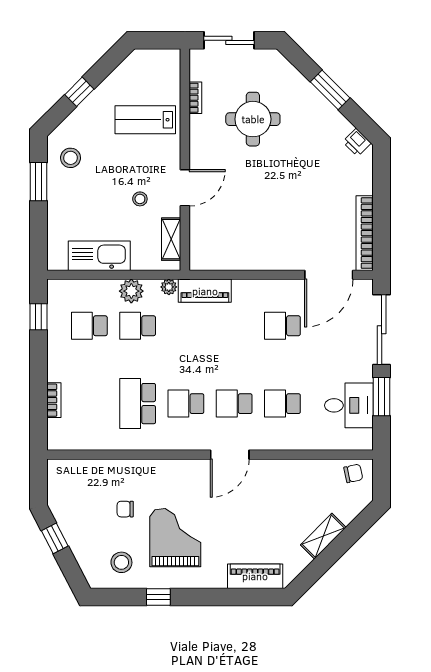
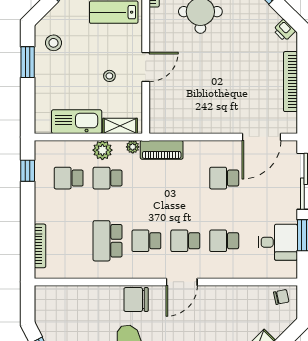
bookcase: (365, 233) -> (290, 82), moved
shelving: (171, 239) -> (120, 126), moved, turned 90
bookcase: (54, 400) -> (40, 246), width x1.56
chair: (125, 509) -> (136, 299), moved, width x1.87, depth x1.87

